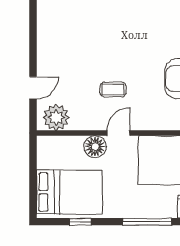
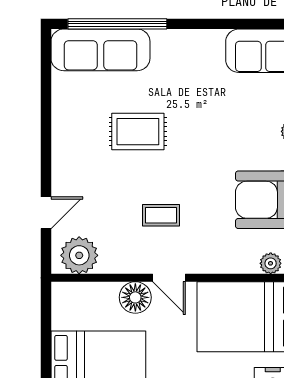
rug: (97, 31) -> (138, 132), added
door: (119, 133) -> (169, 278), swing flipped

